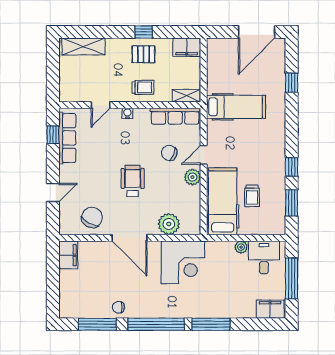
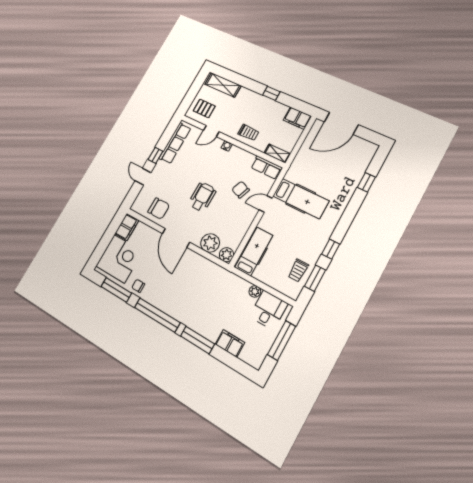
door: (257, 32) -> (341, 123), moved
pallet: (143, 54) -> (204, 108), moved
hospital bed: (236, 107) -> (301, 199), moved
row of seats: (175, 116) -> (266, 167), width x0.68
window: (53, 135) -> (155, 155), moved
plant: (192, 177) -> (226, 255), moved
door: (53, 193) -> (143, 177), swing flipped
trolley: (252, 196) -> (298, 270), moved
hospital bed: (223, 201) -> (254, 251), width x0.73, depth x0.78
chair: (92, 217) -> (159, 209), turned 61
corner desk: (183, 262) -> (119, 259), moved, turned -90
filing cabinet: (270, 309) -> (230, 343), moved

